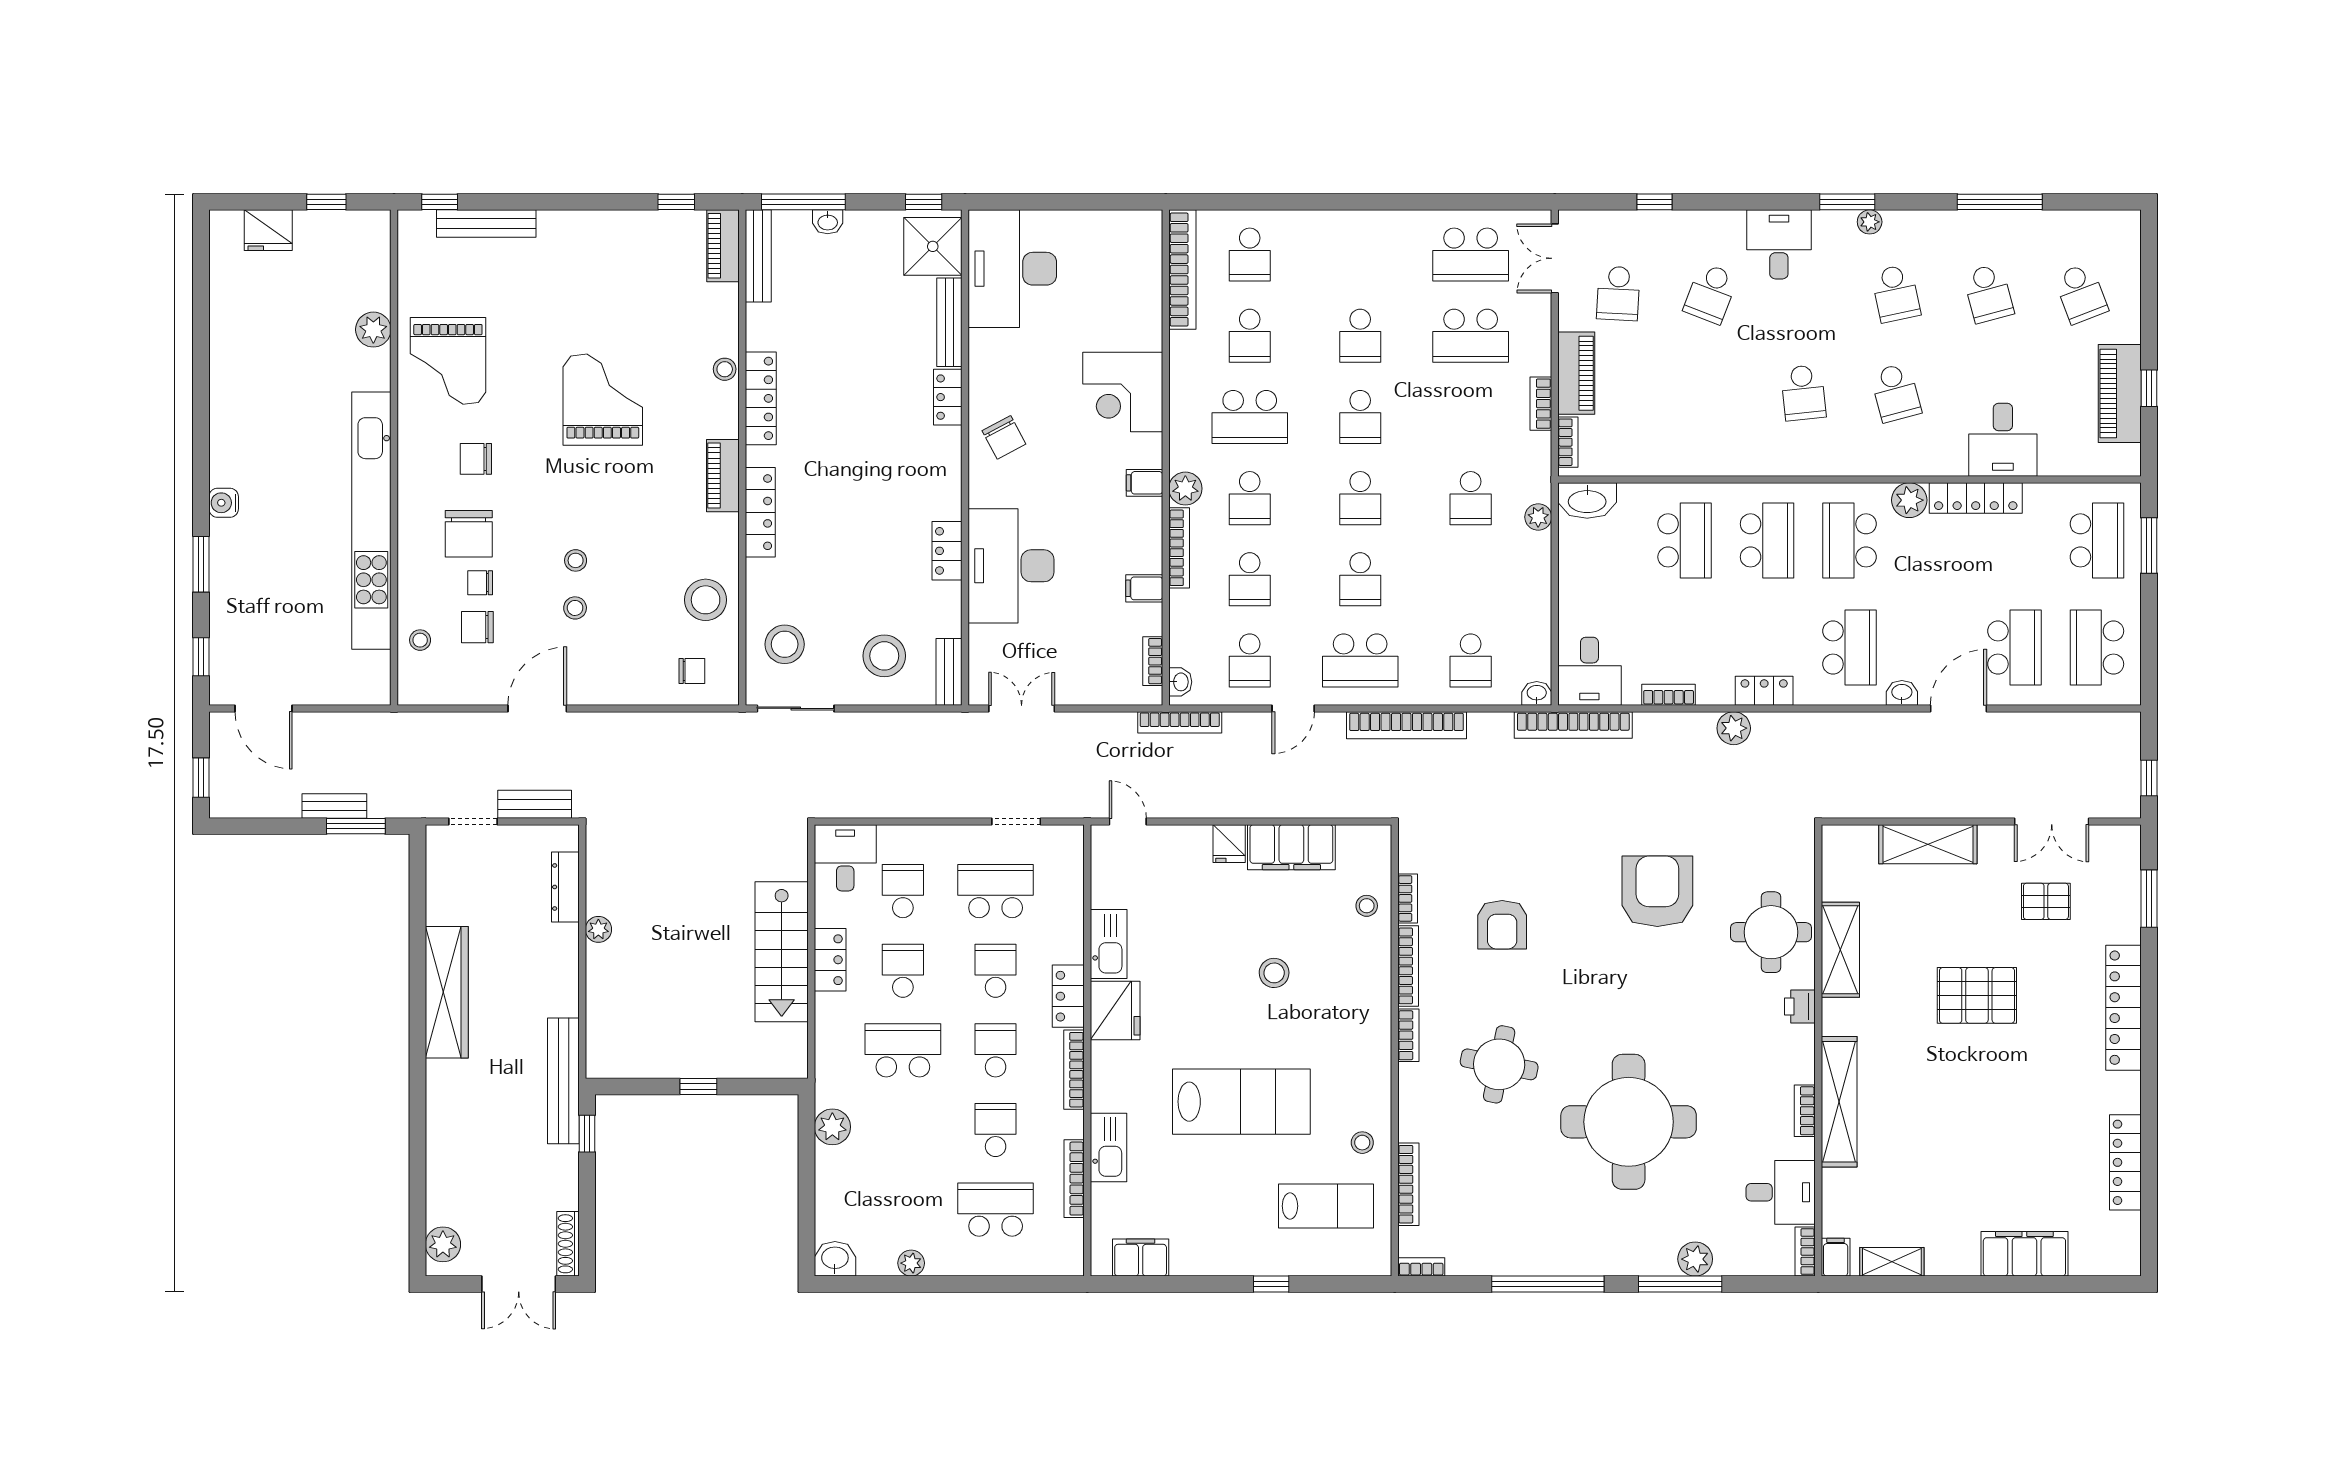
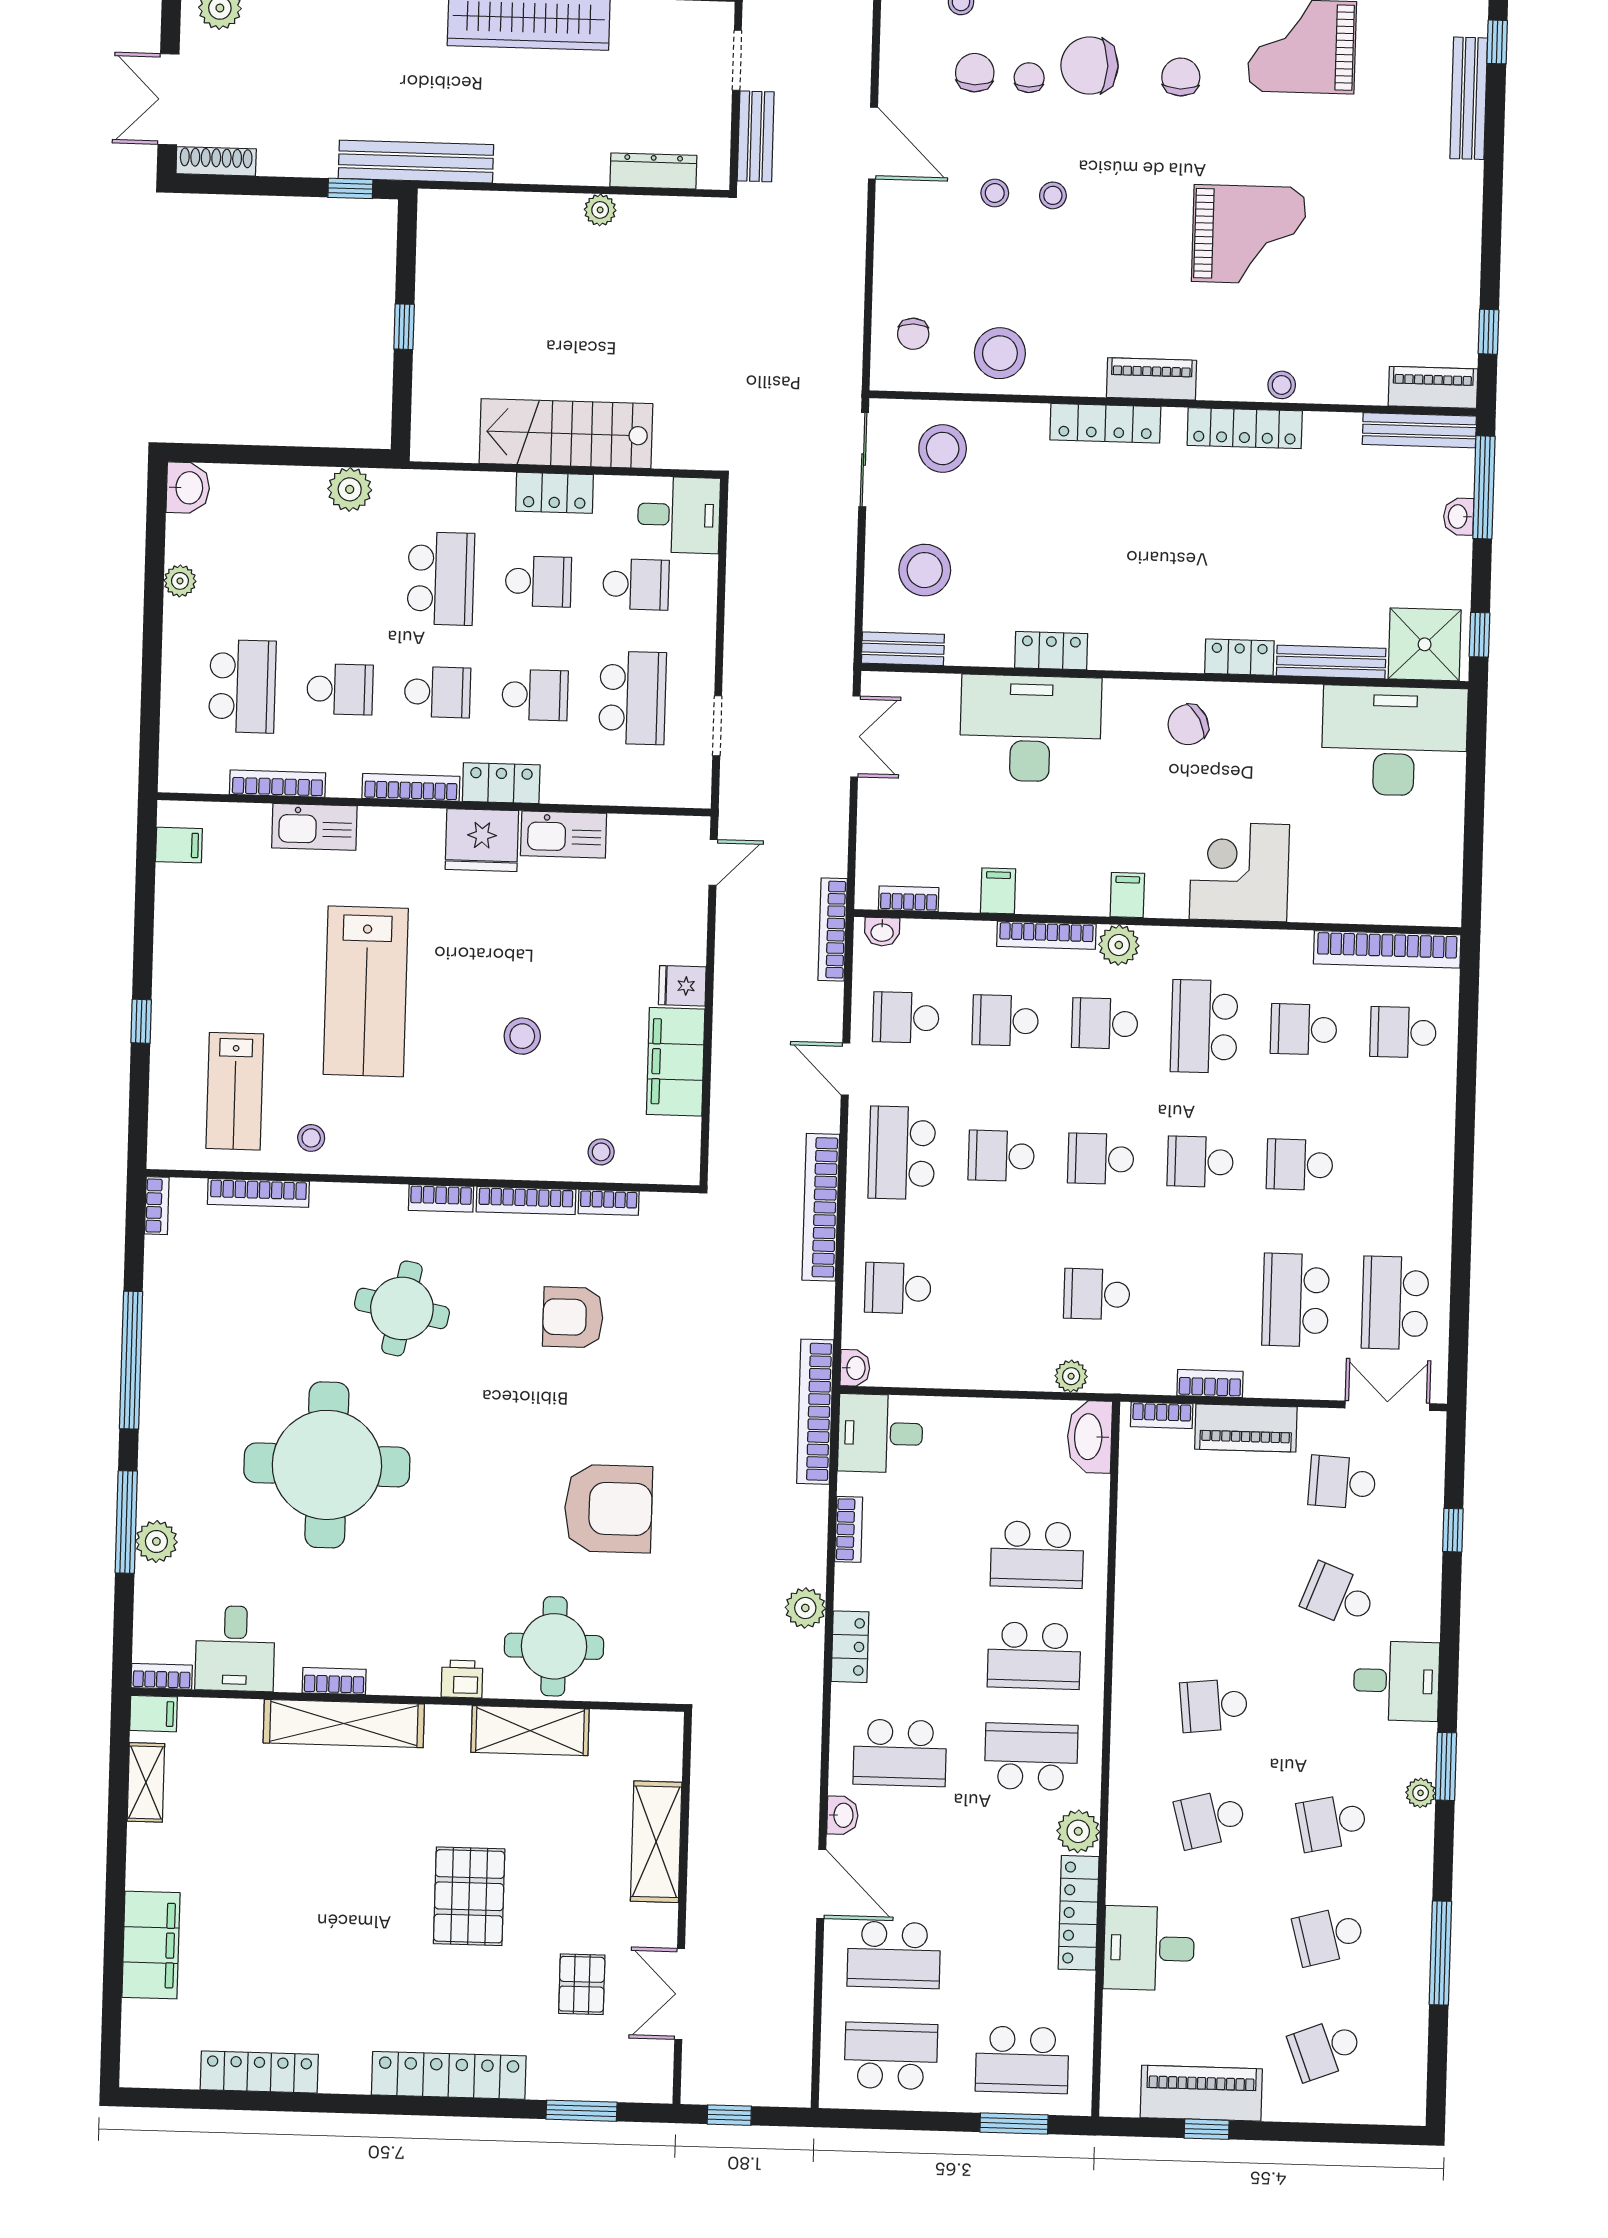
filing cabinet: (1141, 1258) -> (179, 845), width x0.50

